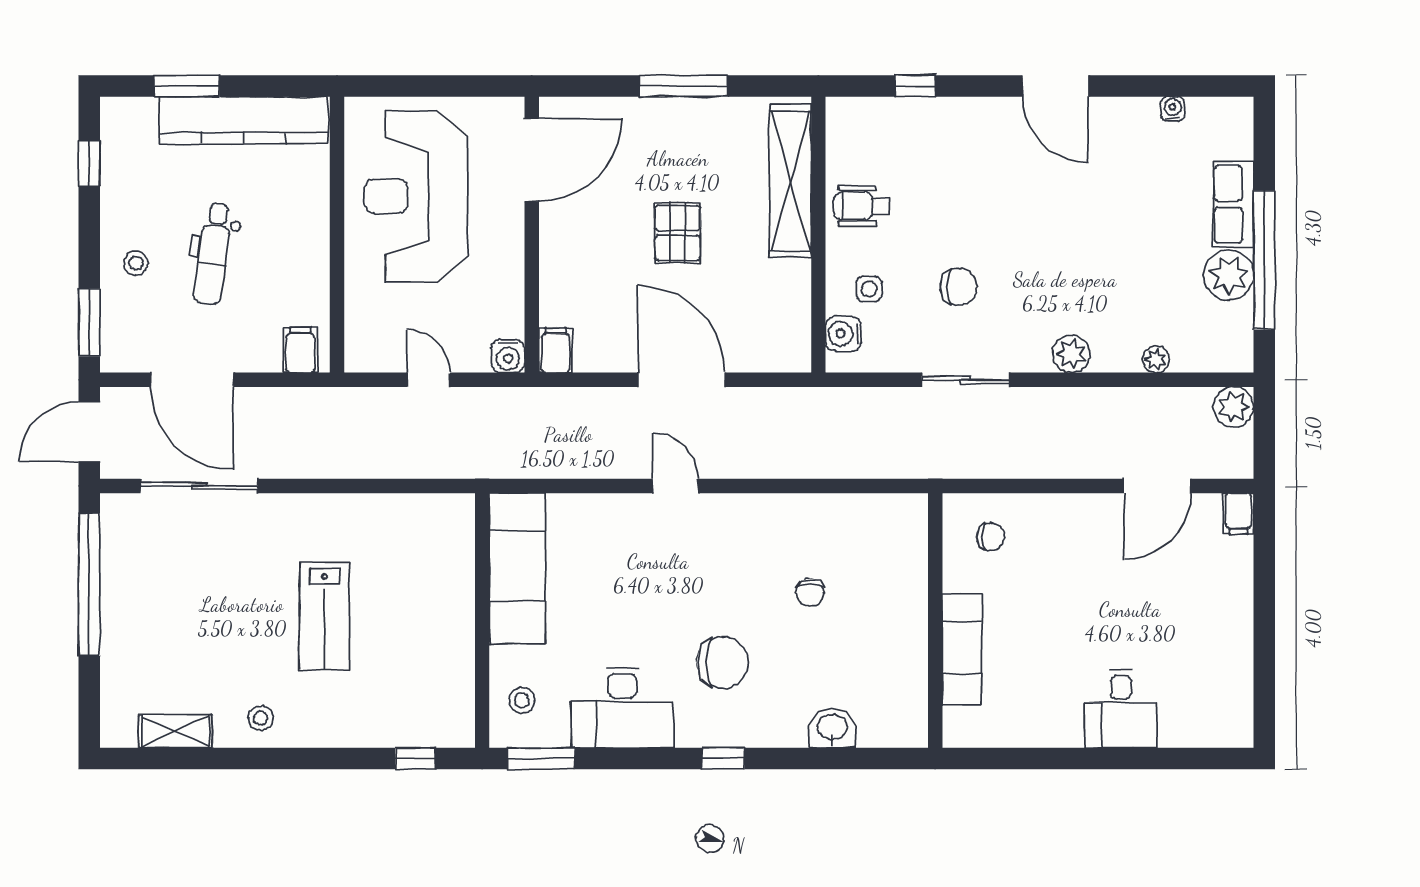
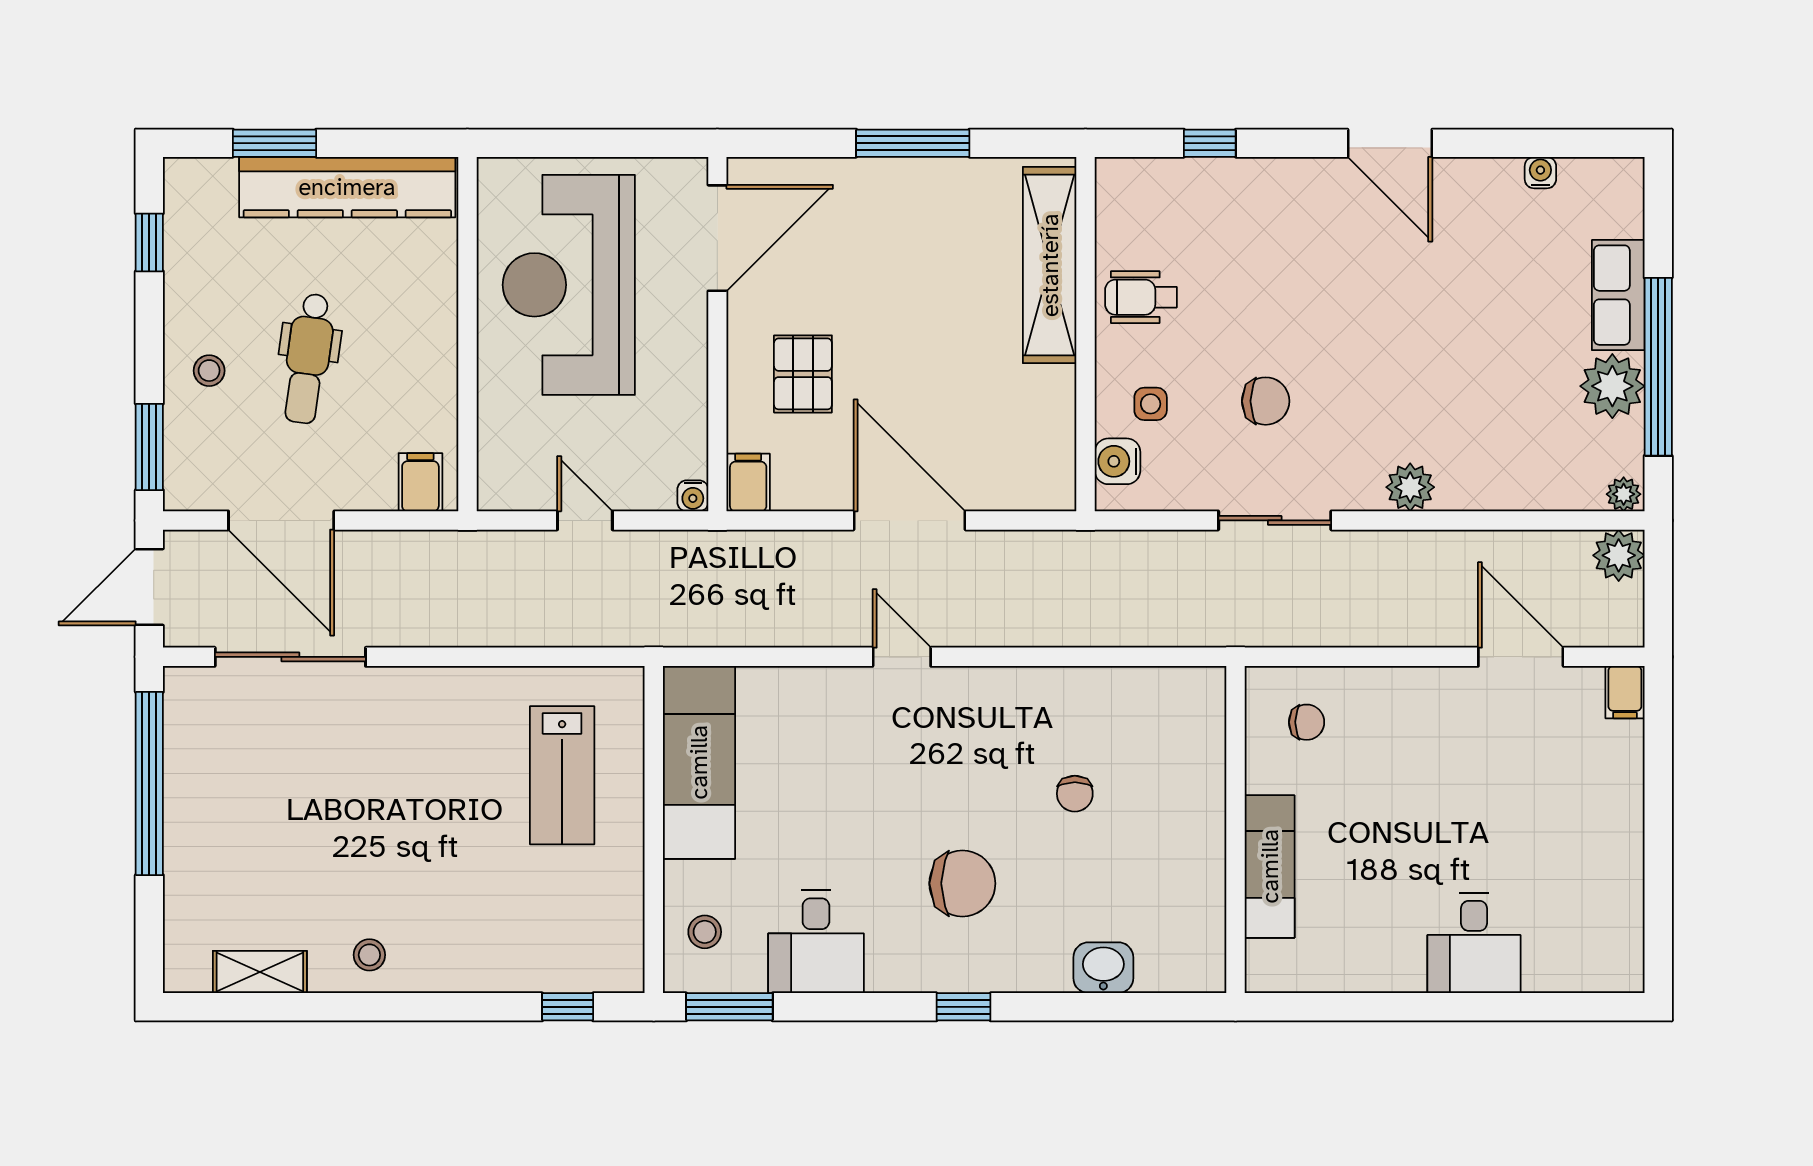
pallet: (677, 233) -> (803, 374), moved
water cooler: (508, 356) -> (693, 496), width x0.72, depth x0.72
plant: (1156, 359) -> (1624, 494), moved
door: (1157, 486) -> (1521, 657), swing flipped
lab bench: (324, 616) -> (562, 775), moved
desk: (622, 708) -> (816, 942), width x0.73

